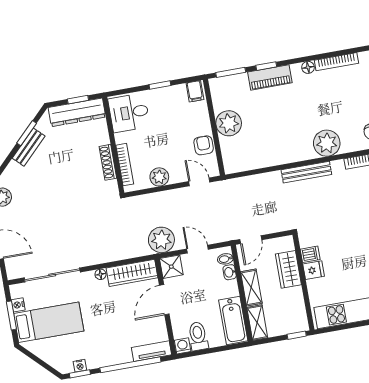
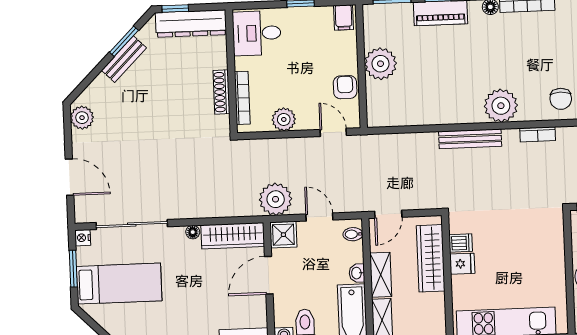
window: (78, 100) -> (175, 9), moved
wardrobe: (288, 269) -> (431, 258), width x1.50
washbasin: (230, 272) -> (357, 273), moved
nightstand: (18, 305) -> (83, 238), moved

